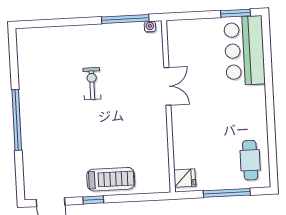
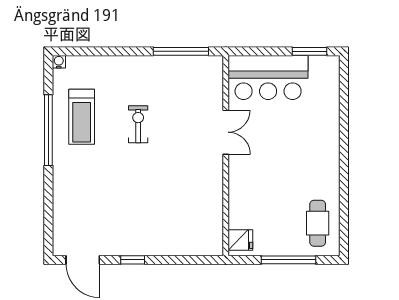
water cooler: (150, 27) -> (59, 62), moved
bar counter: (244, 51) -> (268, 77), moved, turned -90
window: (17, 120) -> (48, 130), moved
treadmill: (111, 179) -> (82, 117), moved, turned 90

